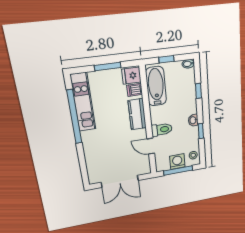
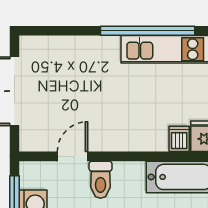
kitchen counter: (137, 114) -> (136, 138), removed

